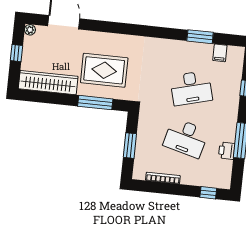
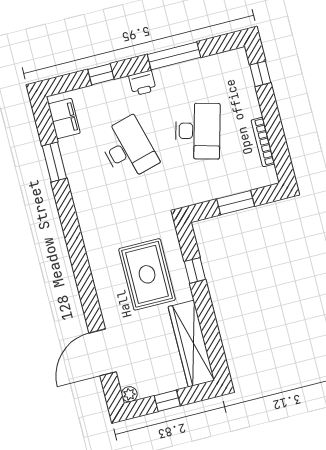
filing cabinet: (220, 53) -> (64, 119), width x2.00
window: (95, 103) -> (195, 270), width x0.46
printer: (227, 151) -> (142, 83), moved

